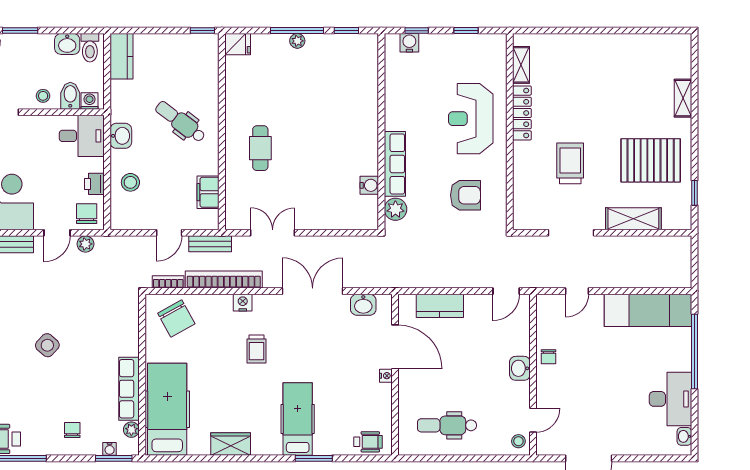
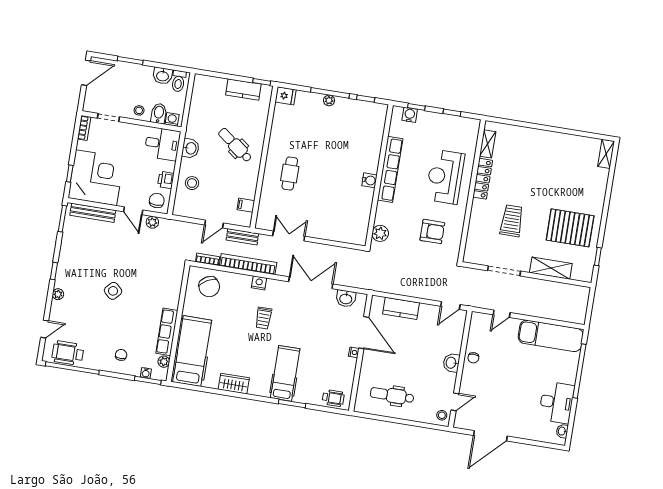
kitchen counter: (121, 56) -> (243, 90), moved, turned 90
shelving: (683, 98) -> (606, 154), moved
row of seats: (395, 164) -> (390, 169), moved, width x1.36
water cooler: (369, 185) -> (369, 180), moved
filing cabinet: (208, 192) -> (246, 205), width x0.50
door: (57, 233) -> (133, 211), hinge flipped

